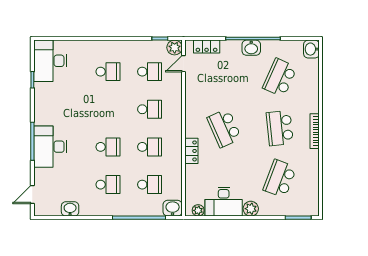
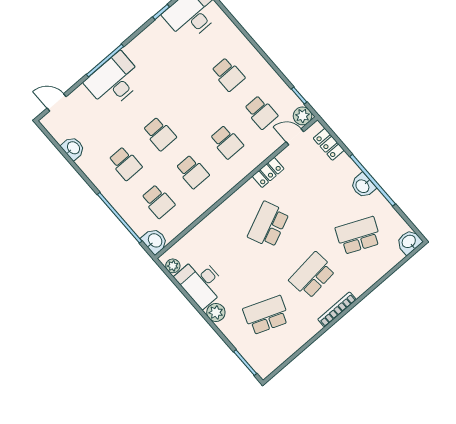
locker: (191, 151) -> (268, 172), moved

